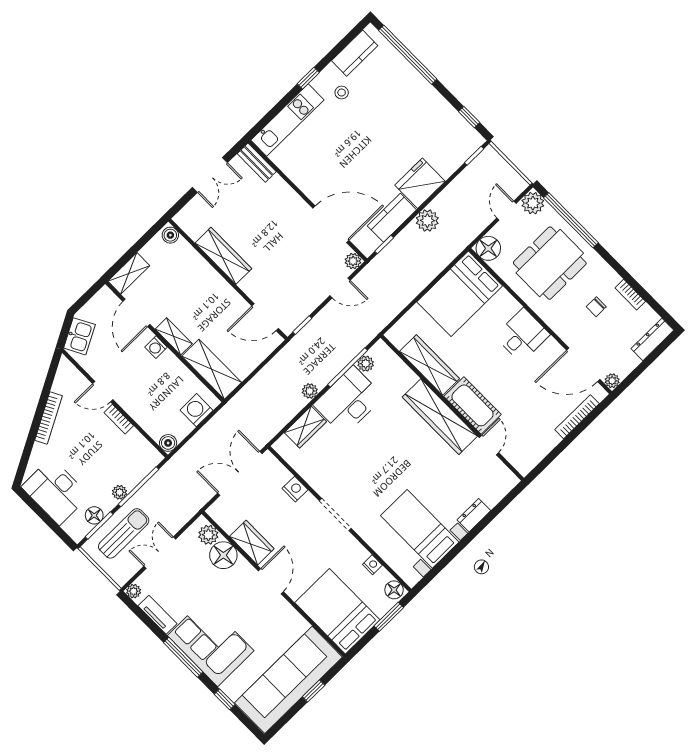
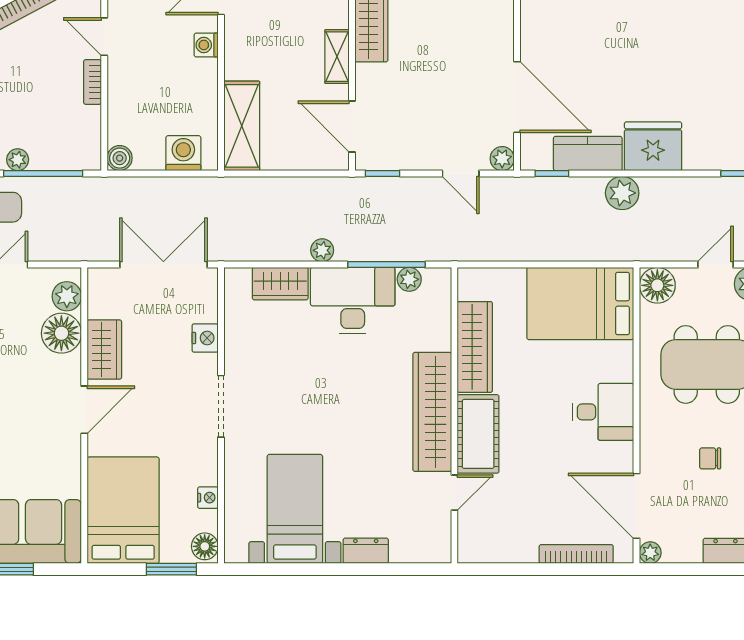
shelving: (174, 336) -> (337, 57), moved

